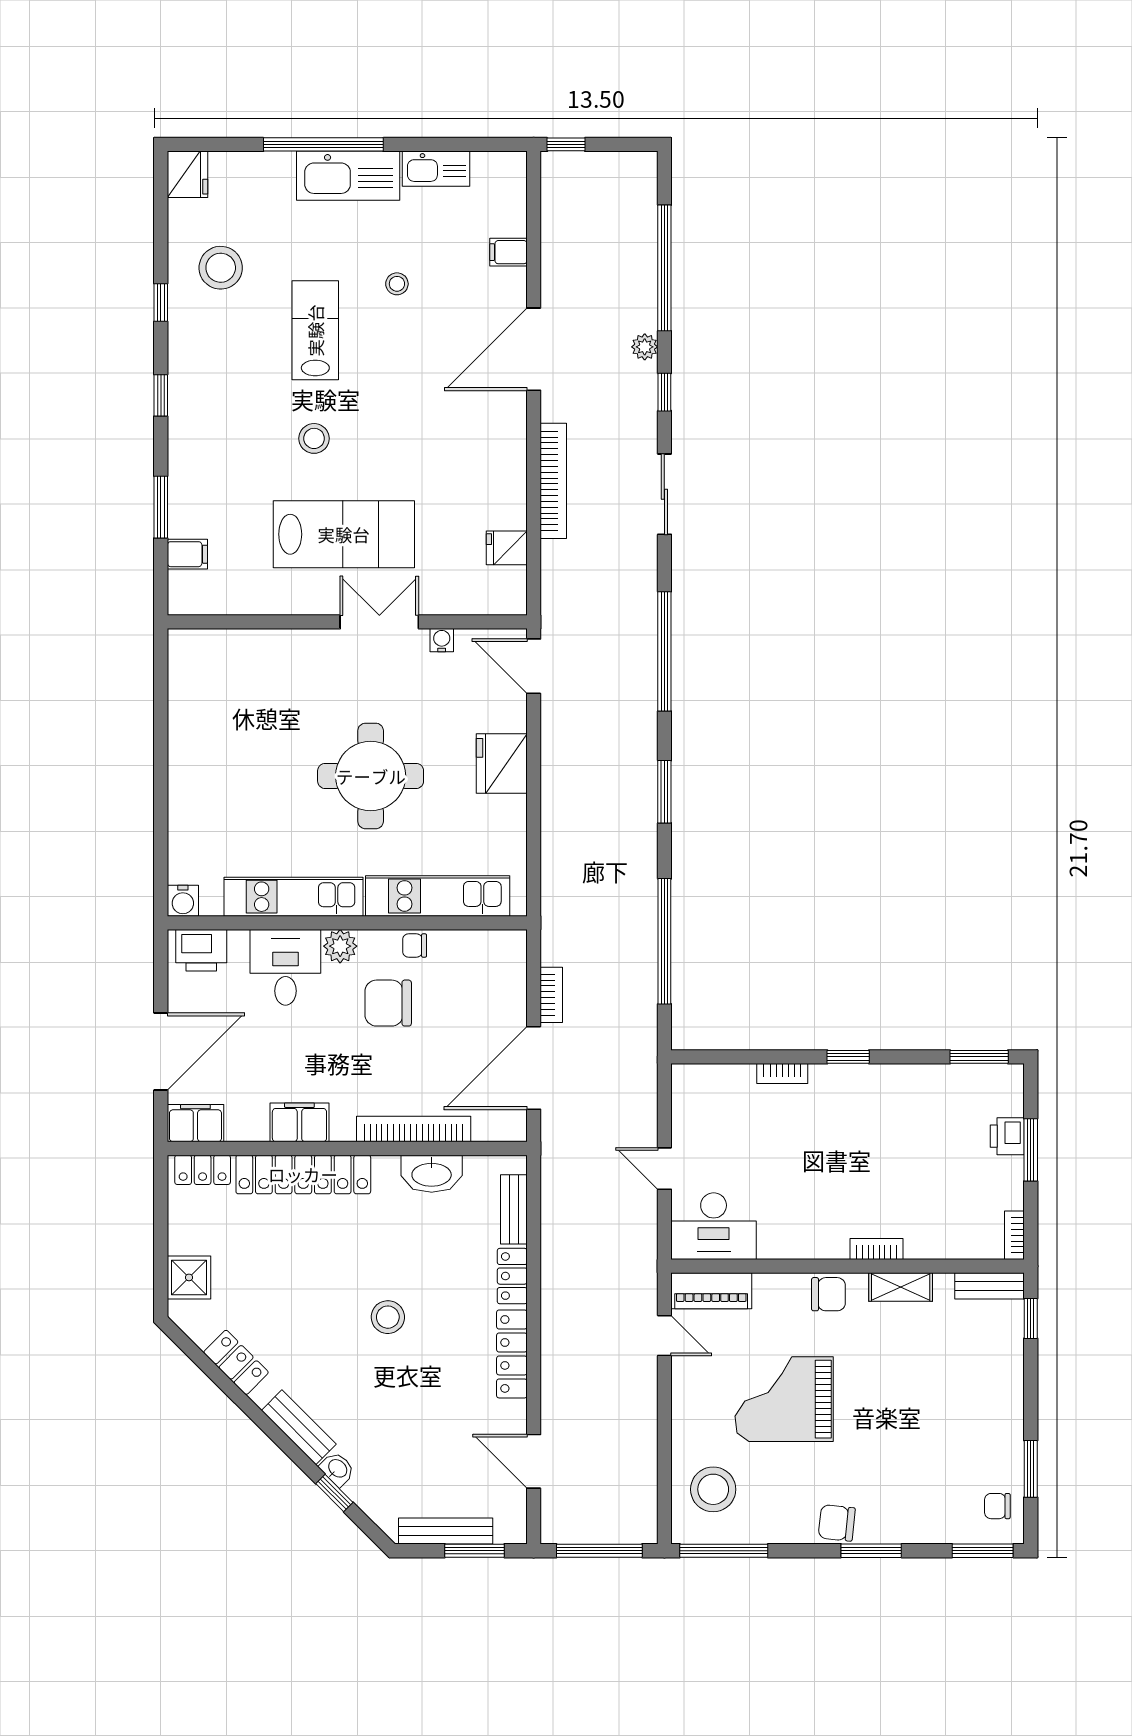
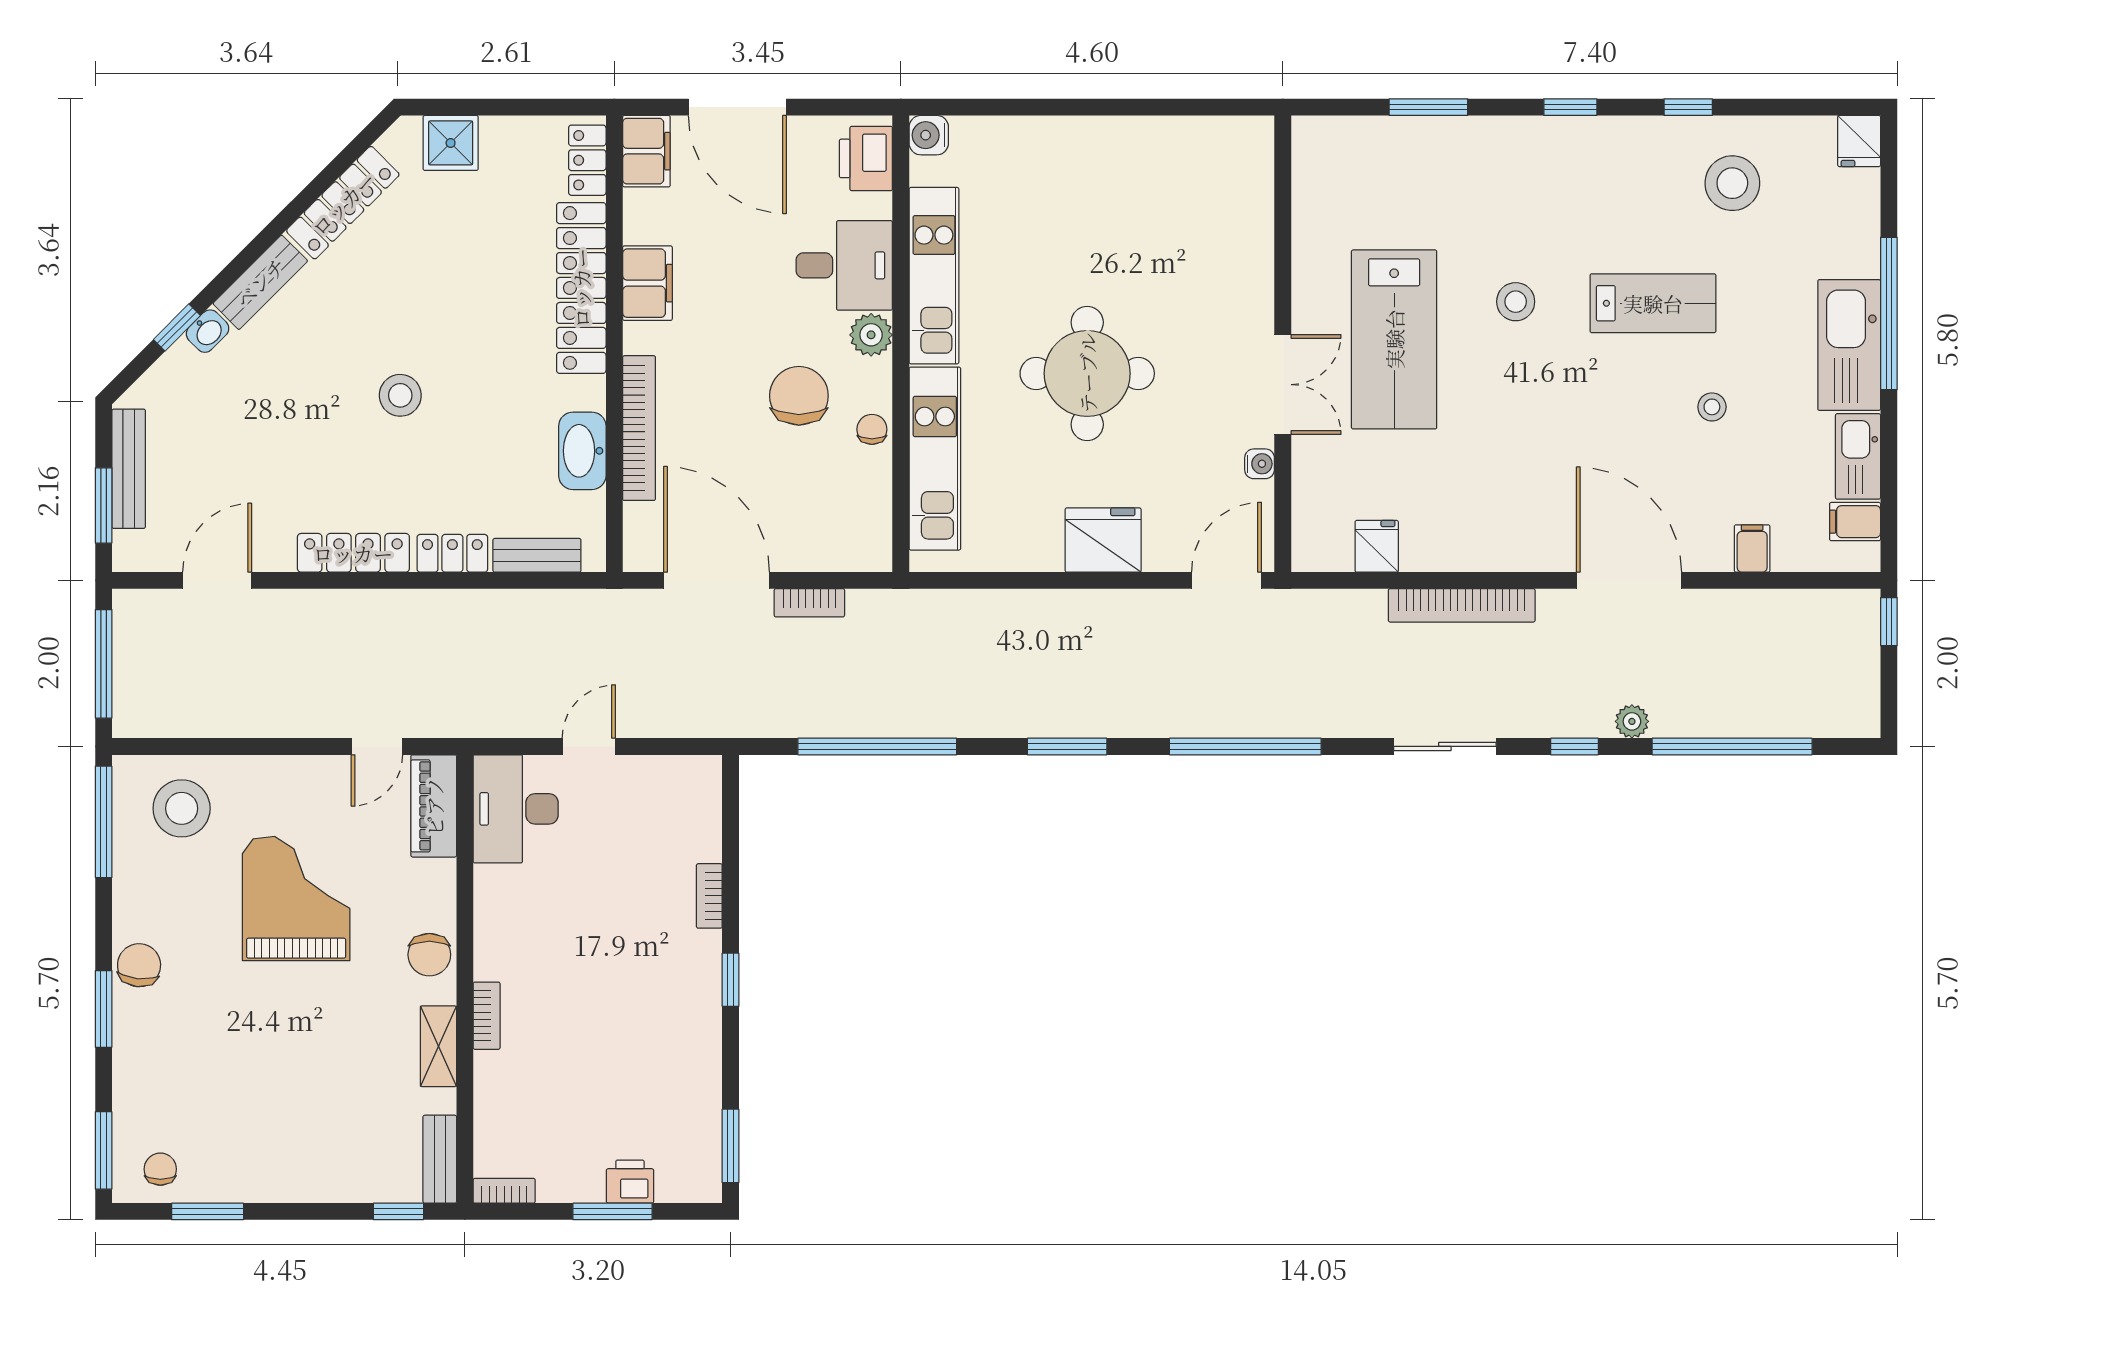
fridge: (187, 174) -> (1859, 141), width x0.72
filing cabinet: (187, 554) -> (1855, 522), moved, turned 90
locker: (236, 1362) -> (343, 203), width x1.53

